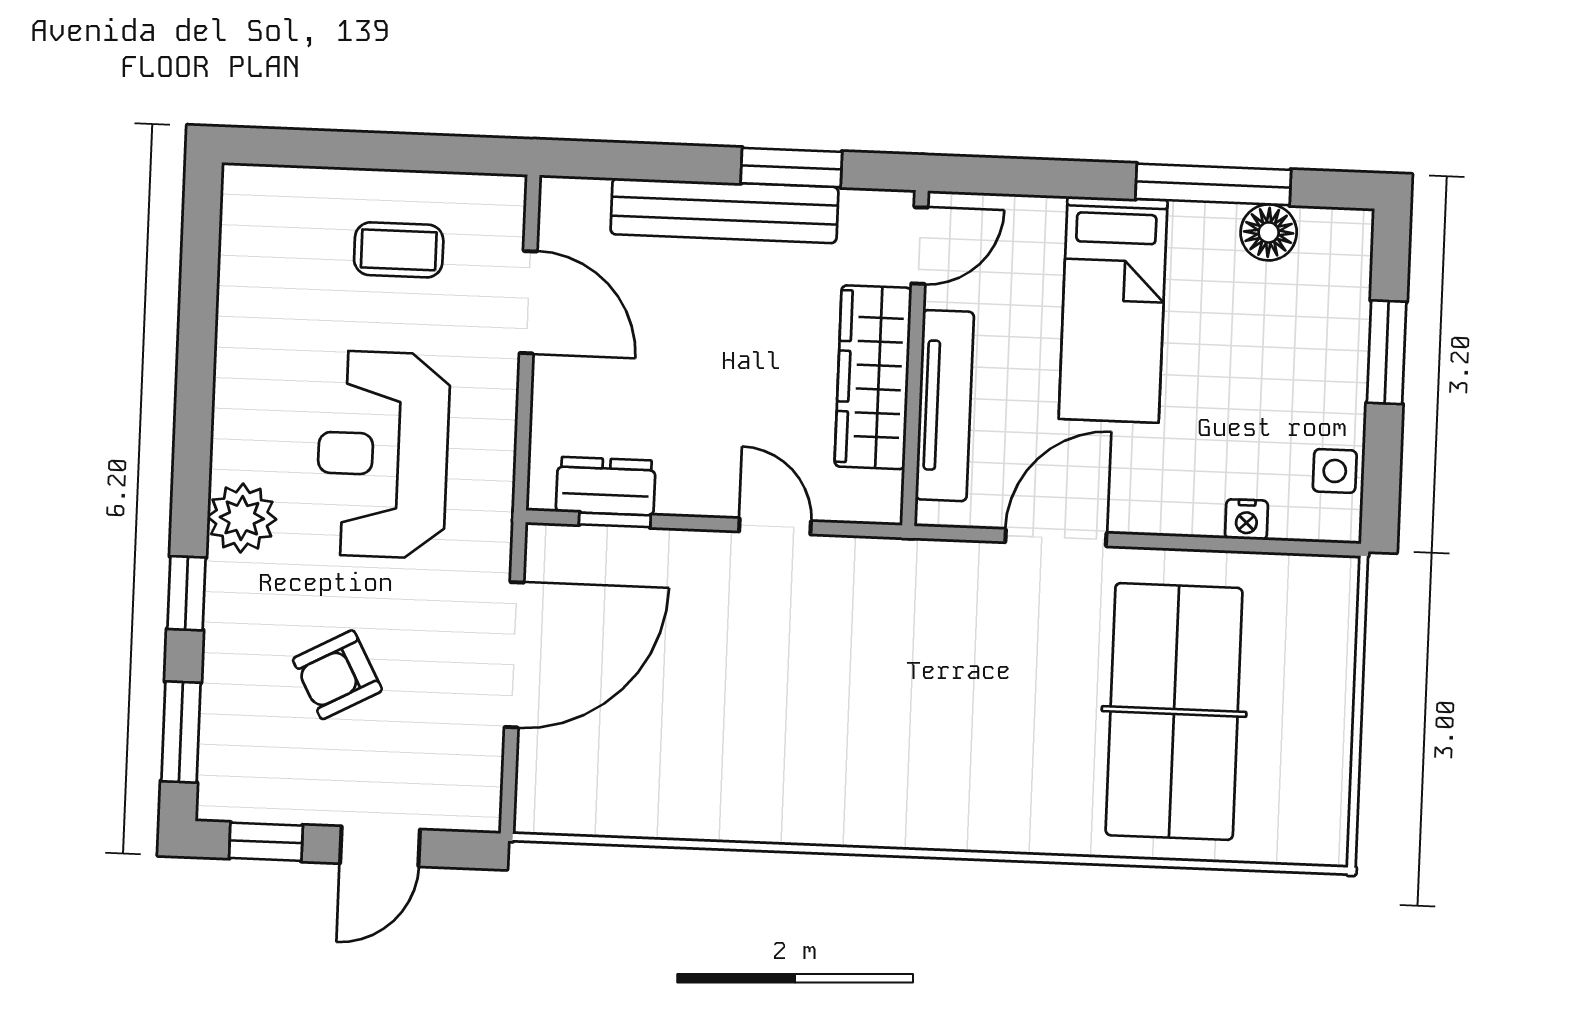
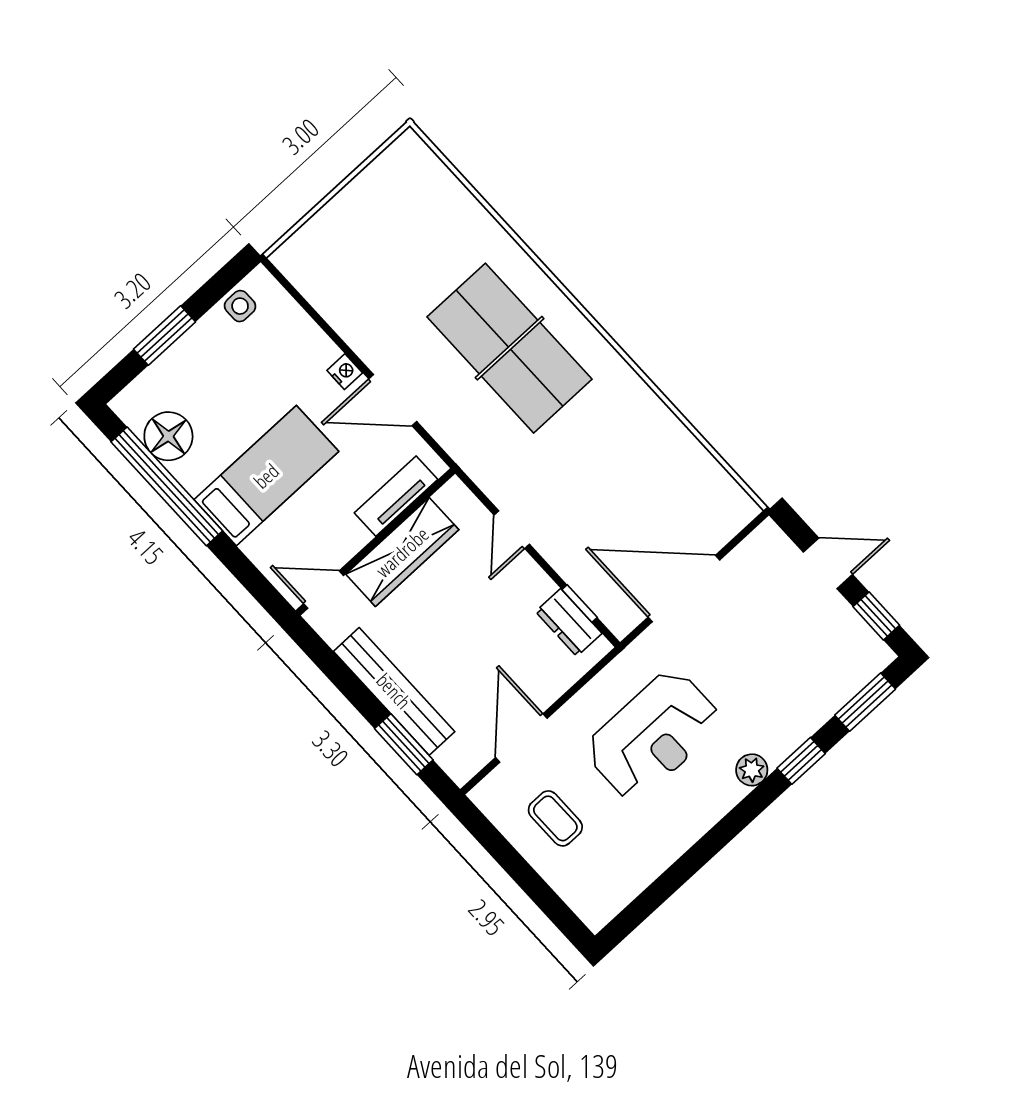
window: (791, 167) -> (404, 744), moved
window: (1213, 184) -> (167, 486), width x1.46
floor lamp: (1269, 232) -> (168, 436), width x1.38, depth x1.38
tv unit: (945, 406) -> (396, 496), width x0.71
plant: (242, 518) -> (752, 770), width x0.73, depth x0.73
nightstand: (1246, 520) -> (345, 372), moved
armchair: (337, 675) -> (771, 658), removed
table tennis table: (1174, 712) -> (510, 348), moved, turned 90

